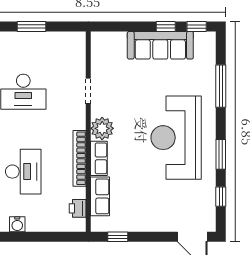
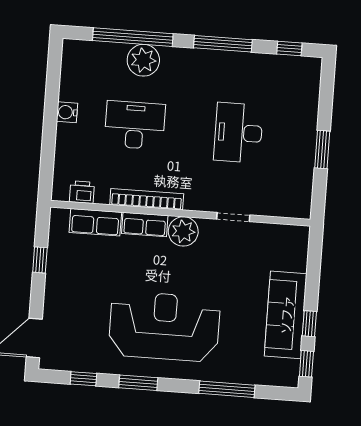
desk: (23, 172) -> (135, 125), turned 180
window: (118, 237) -> (40, 260), moved

